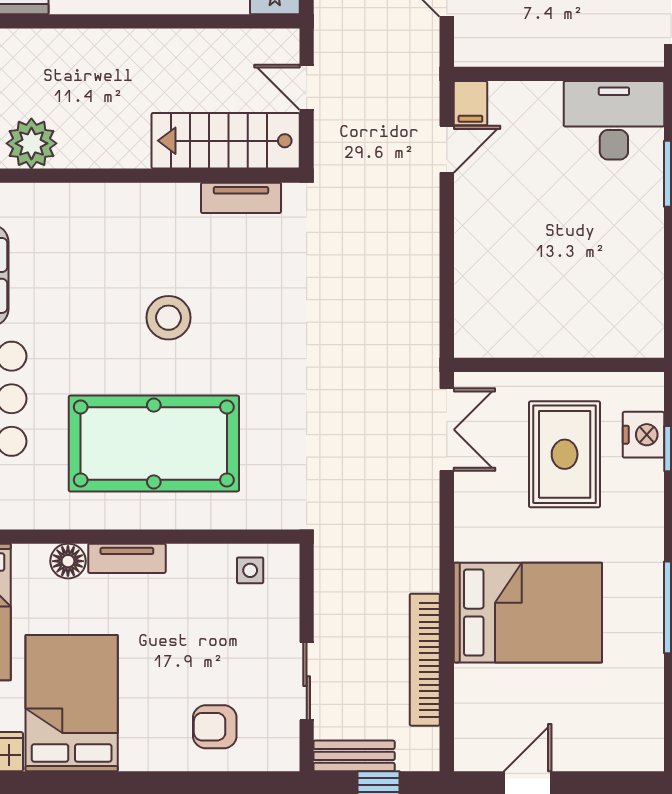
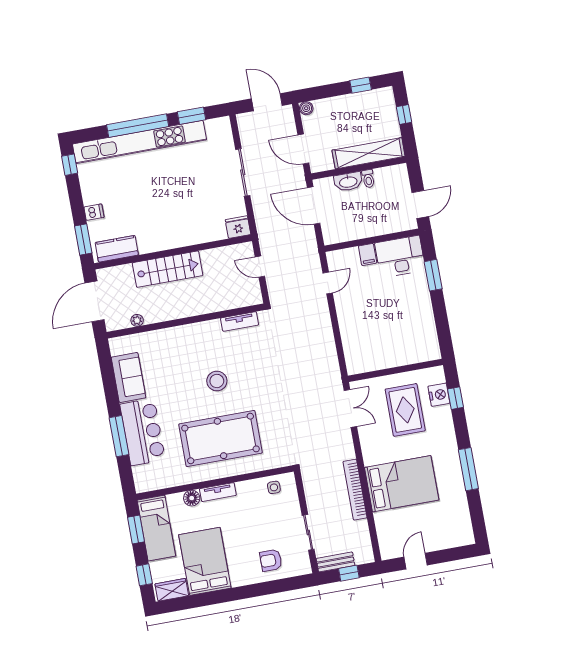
filing cabinet: (470, 103) -> (368, 254), moved
stairs: (226, 141) -> (168, 269), moved, turned 180
plant: (31, 143) -> (137, 320), width x0.53, depth x0.53
bookcase: (425, 660) -> (355, 490), moved

